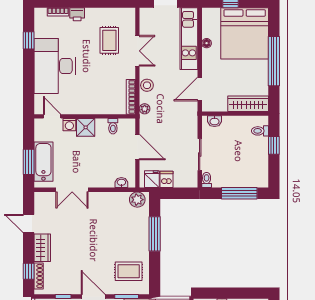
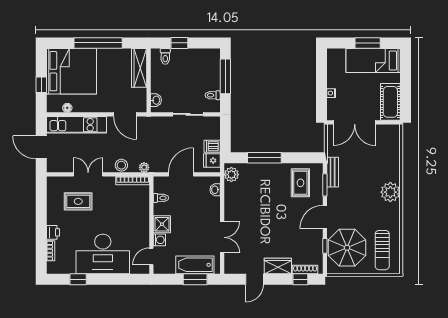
floor lamp: (207, 43) -> (67, 108), moved
toilet: (207, 180) -> (213, 95), moved

